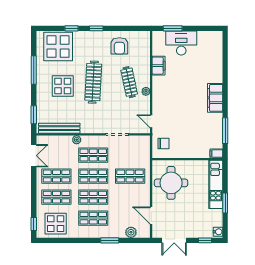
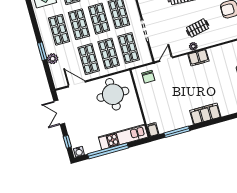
filing cabinet: (159, 66) -> (198, 58), moved
clothes rail: (129, 82) -> (198, 28), width x0.73
shop shelf: (130, 155) -> (129, 48), added
shop shelf: (130, 197) -> (89, 59), added
window: (225, 203) -> (108, 151), width x2.11
door: (151, 216) -> (77, 84), hinge flipped
plant: (131, 232) -> (53, 59), moved

